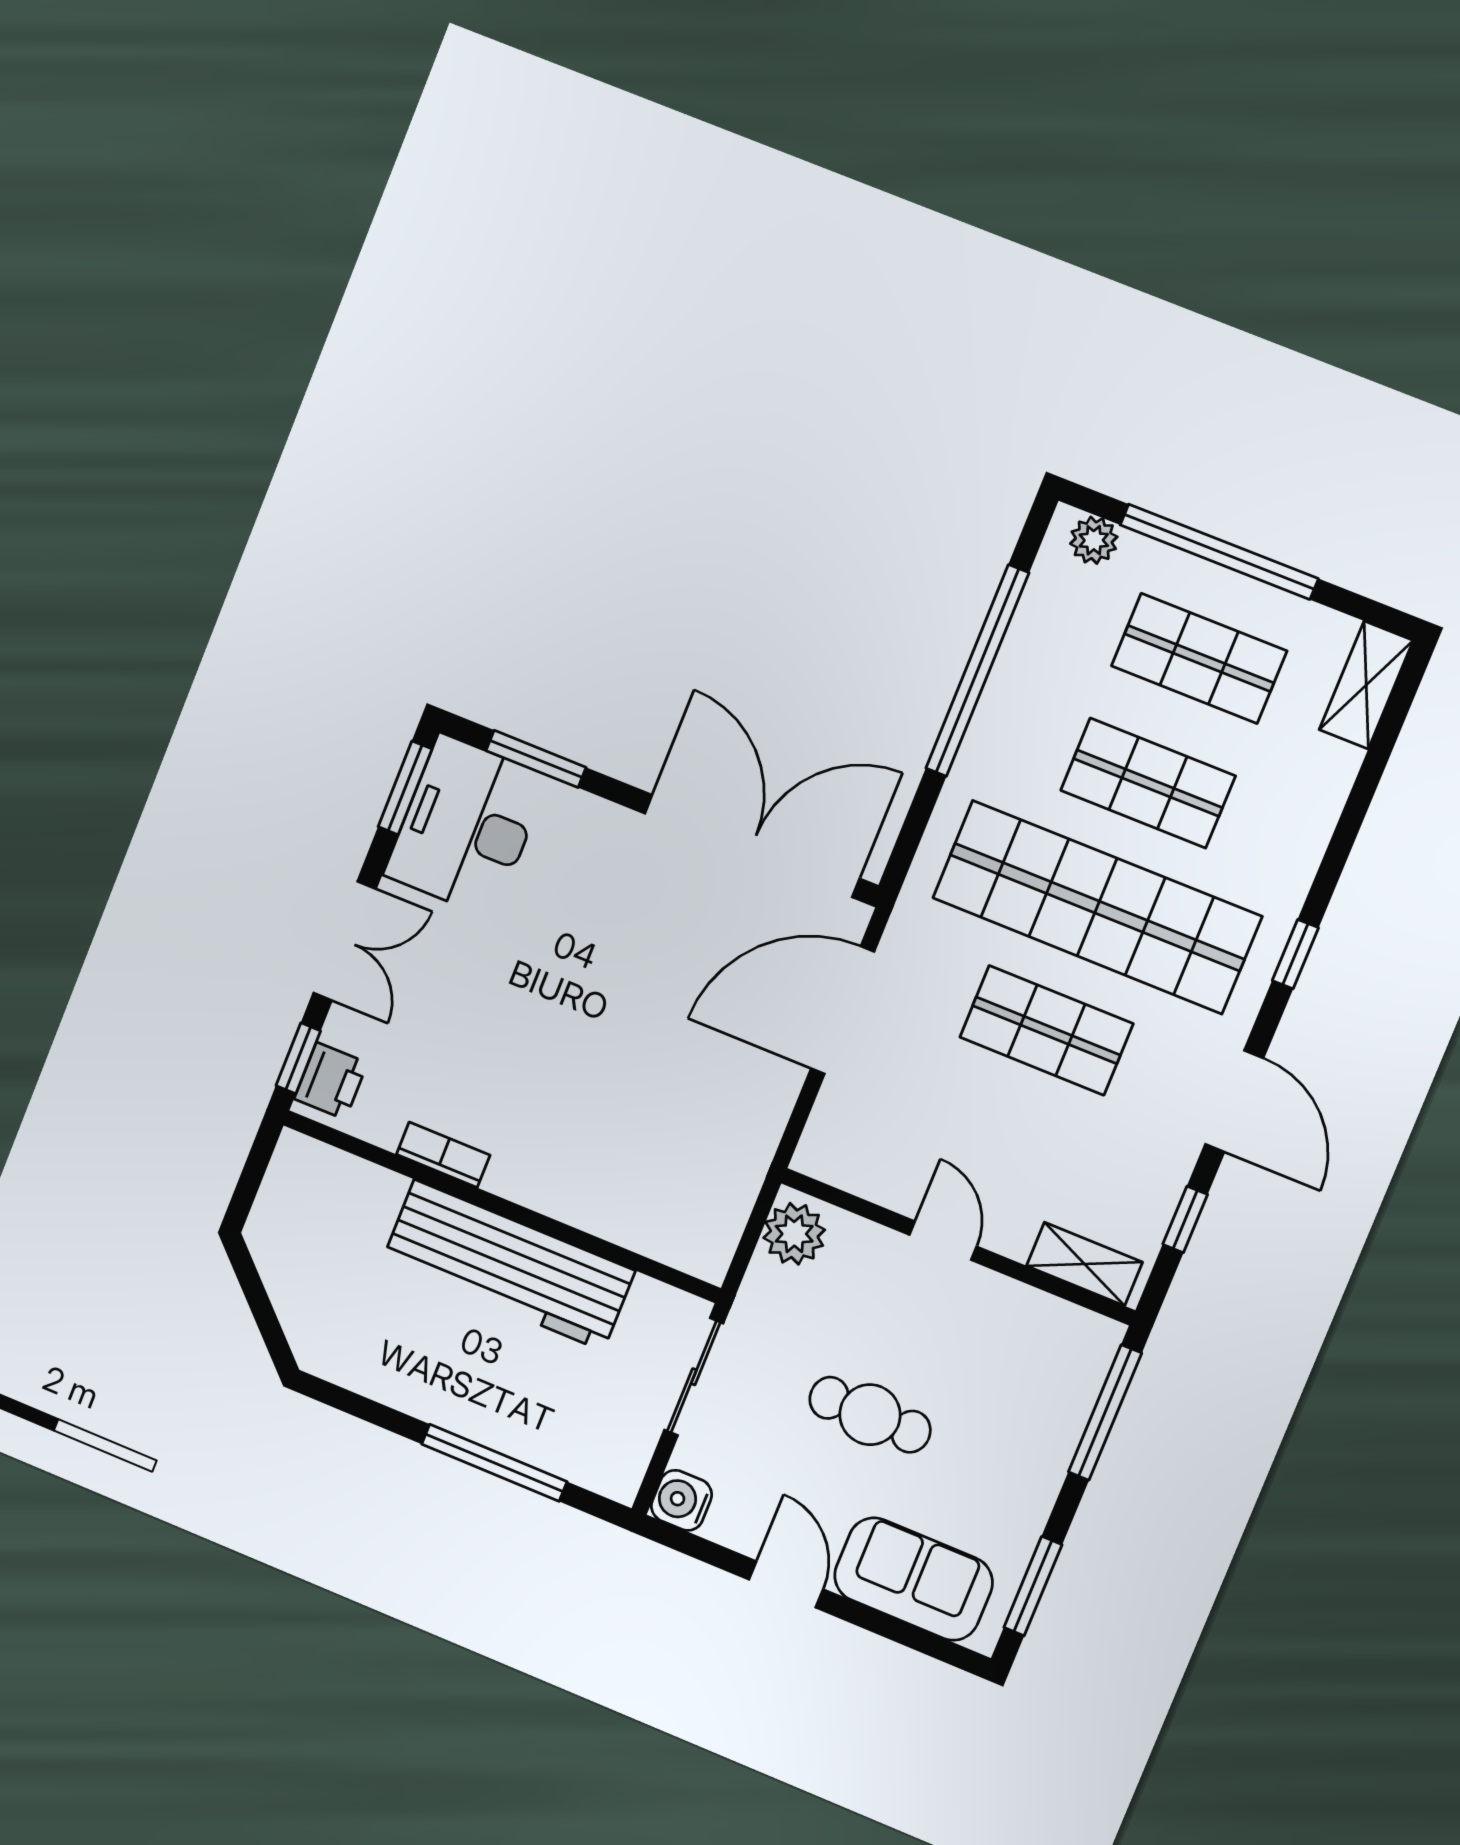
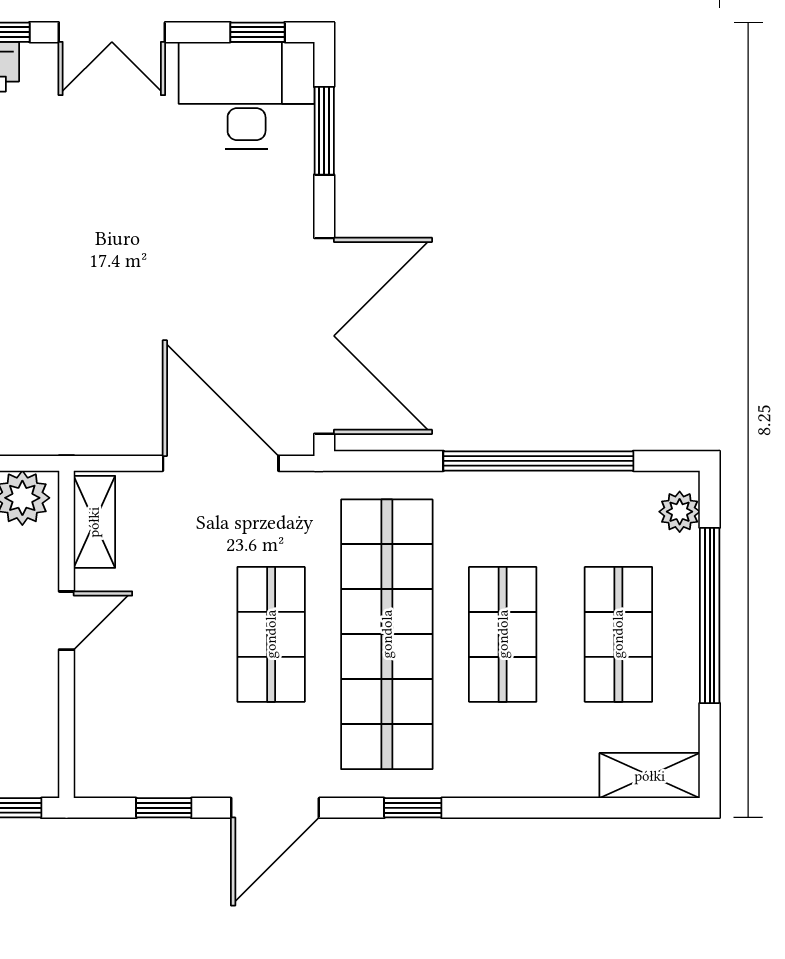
window: (405, 788) -> (257, 32), width x0.67
shelving: (1084, 1264) -> (94, 522), moved

